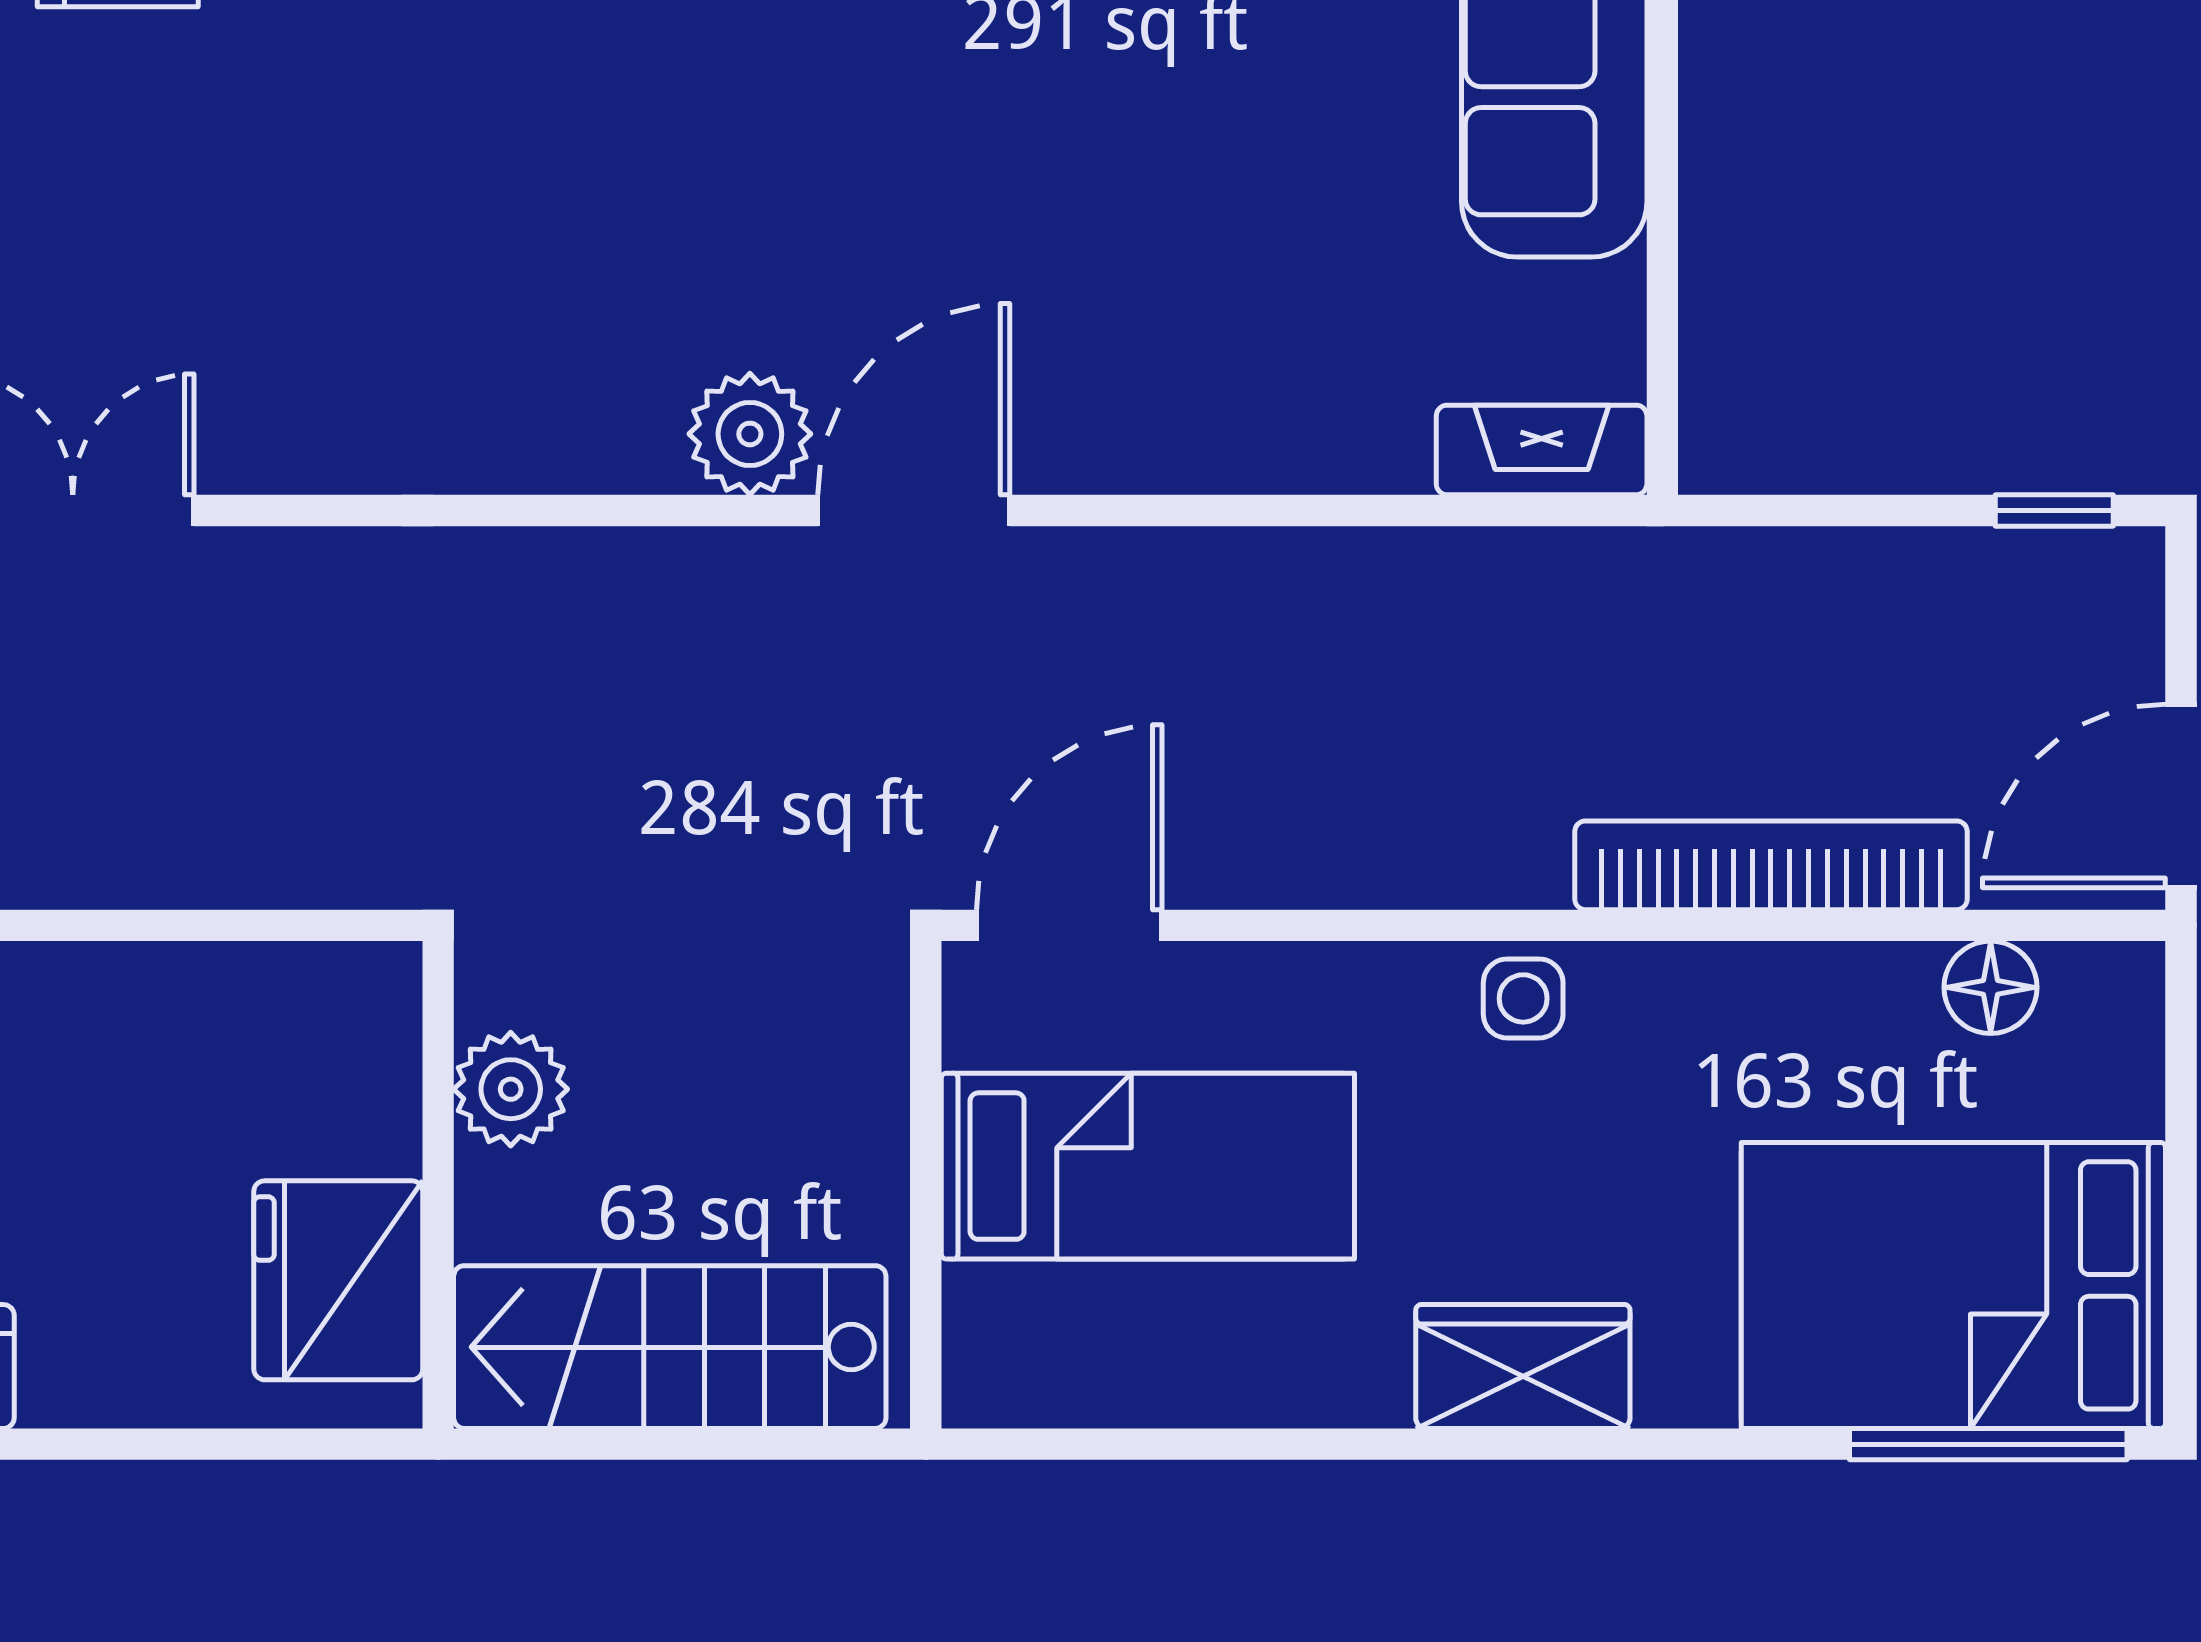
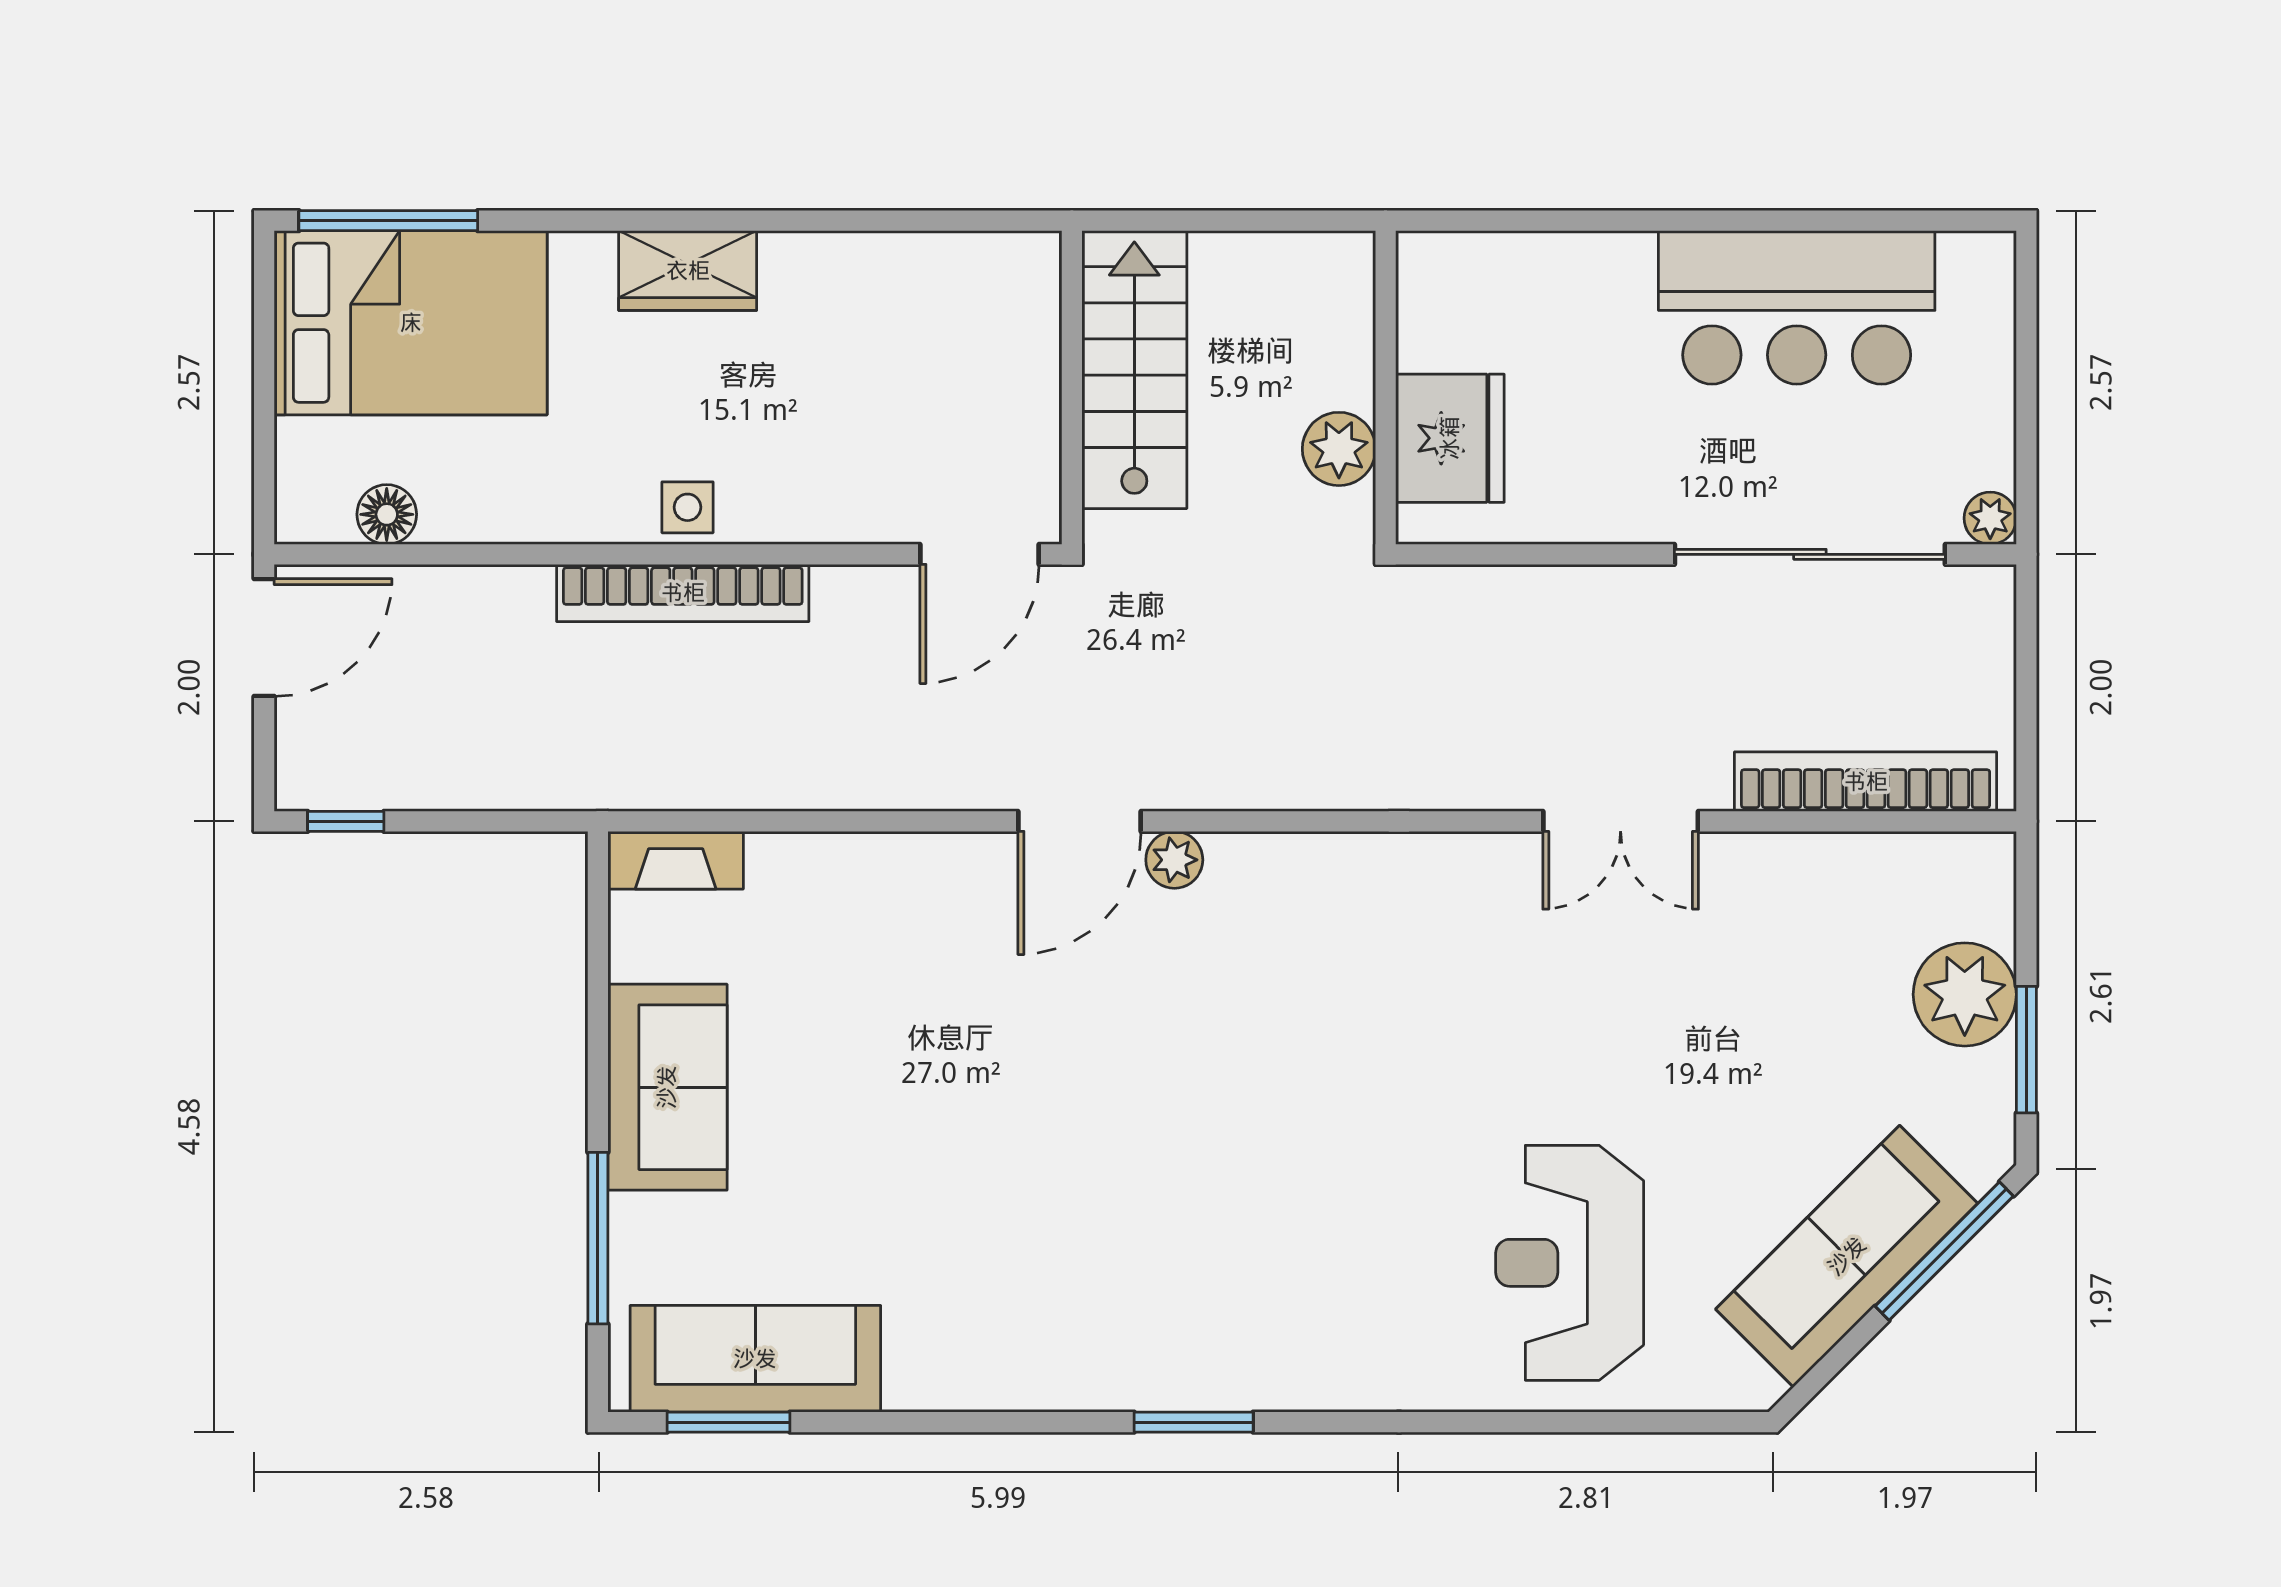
plant: (750, 434) -> (1174, 860), width x0.73, depth x0.73
bookcase: (1771, 865) -> (683, 593), moved
bed: (1148, 1166) -> (929, 399), removed
fridge: (338, 1280) -> (1450, 438), moved
stairs: (670, 1347) -> (1134, 370), moved, turned -90

